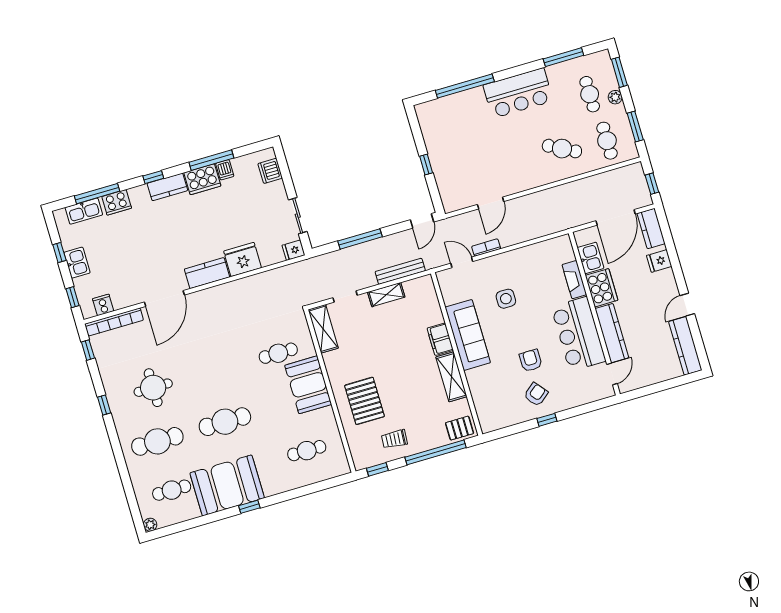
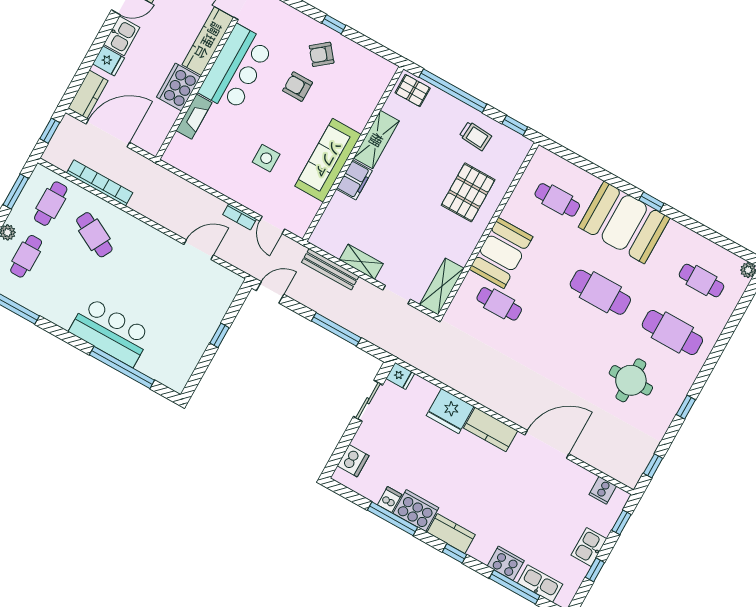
bar counter: (518, 93) -> (111, 332), moved
kitchen sink: (590, 258) -> (122, 36), moved, turned 180
bookcase: (114, 322) -> (100, 183), moved
armchair: (531, 360) -> (298, 87), turned 90
booth: (227, 485) -> (624, 222), moved

